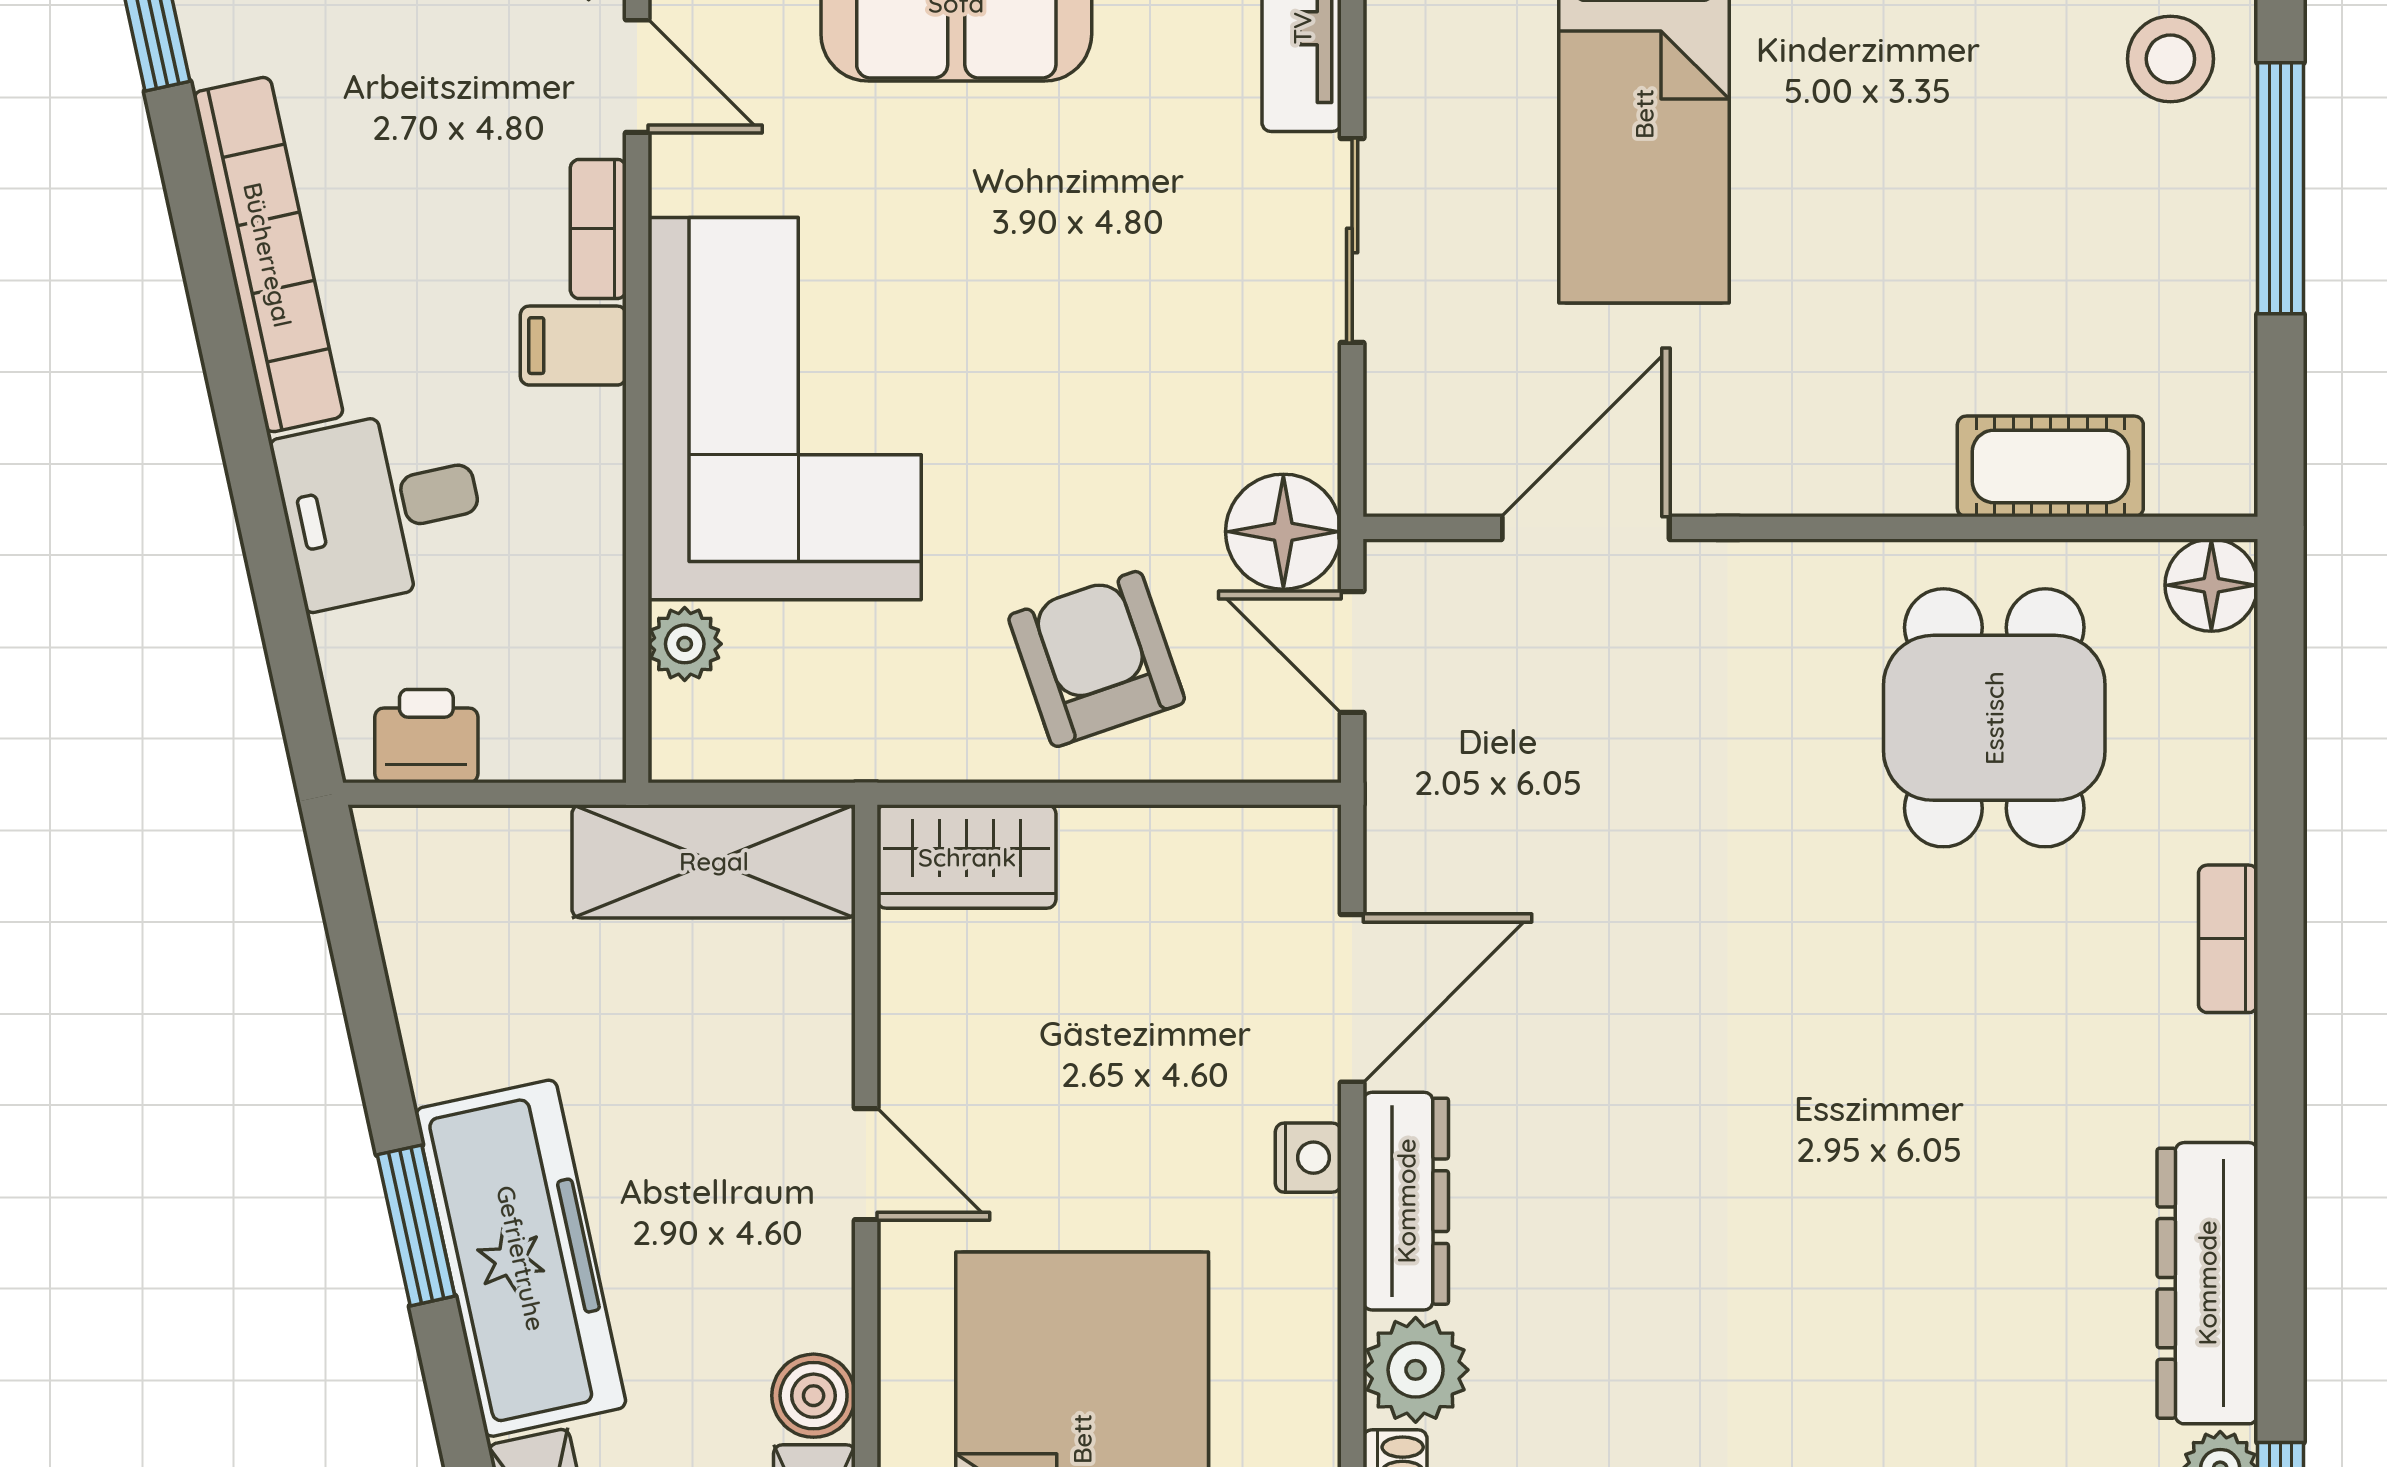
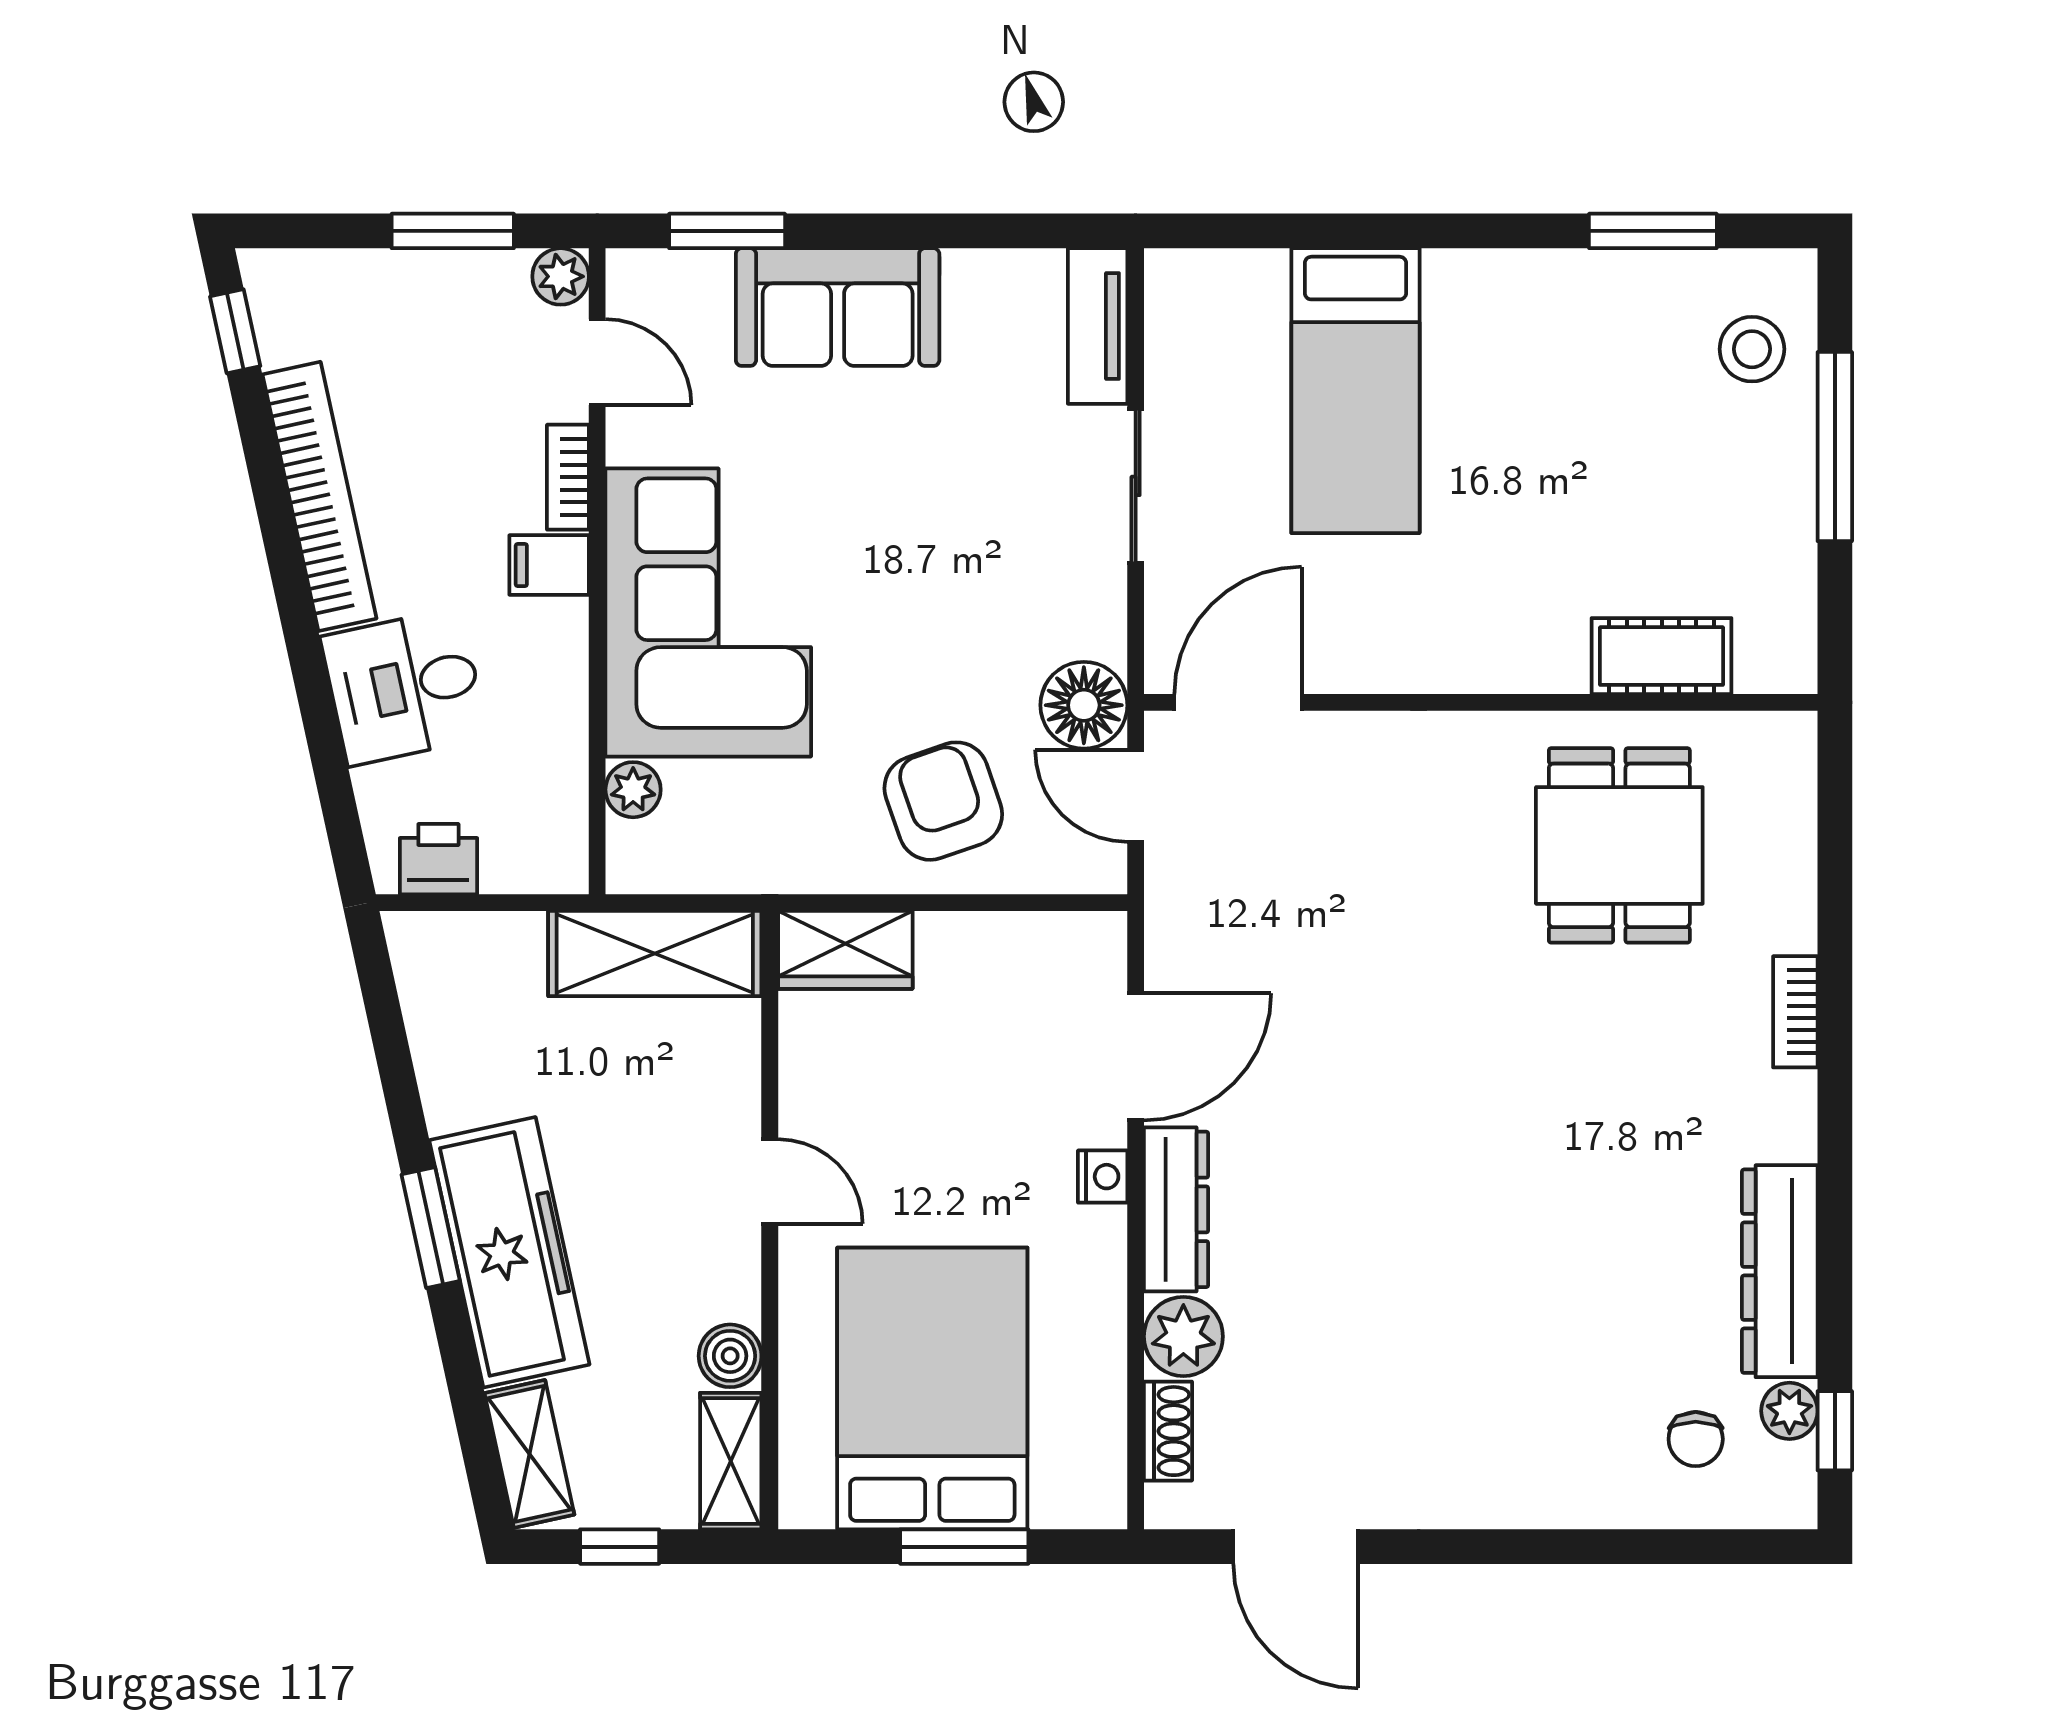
door: (1586, 528) -> (1238, 702), moved
floor lamp: (2211, 585) -> (1783, 745), removed

